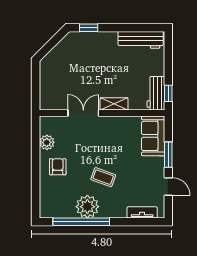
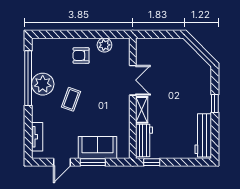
window: (89, 28) -> (215, 104), moved
workbench: (156, 93) -> (144, 140), moved, turned 90
sofa: (153, 136) -> (98, 147), moved
armchair: (58, 167) -> (81, 55), turned 180

